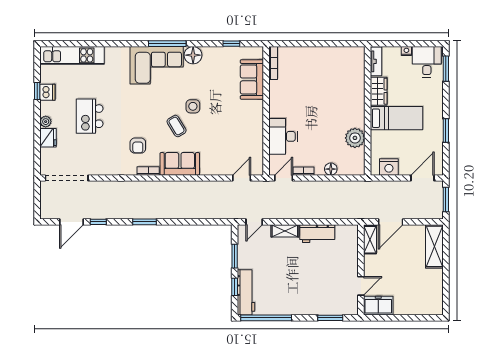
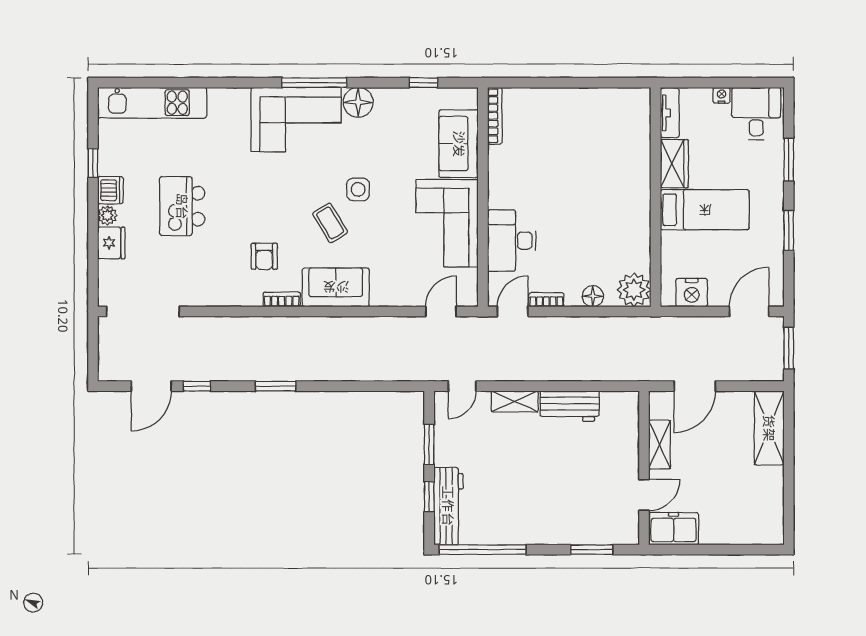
window: (446, 69) -> (789, 160), moved
dishwasher: (47, 92) -> (110, 190), moved
corner sofa: (245, 126) -> (447, 223), added
plant: (355, 138) -> (634, 290), moved
shelving: (370, 240) -> (660, 444), moved

